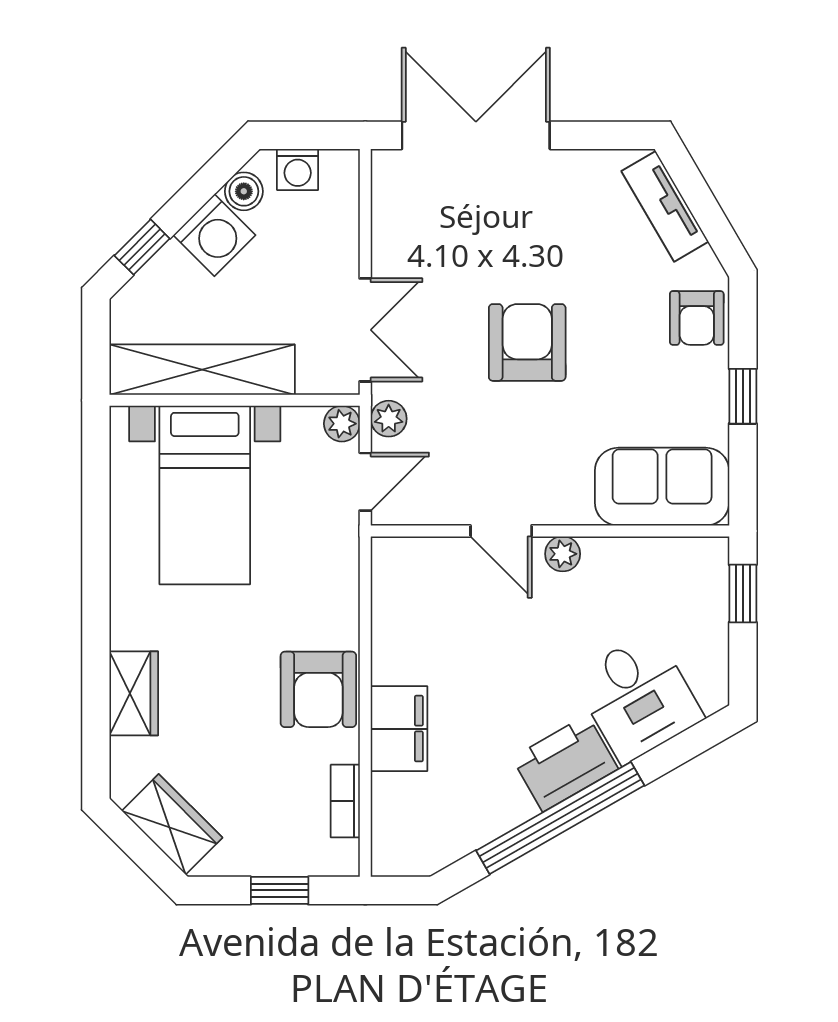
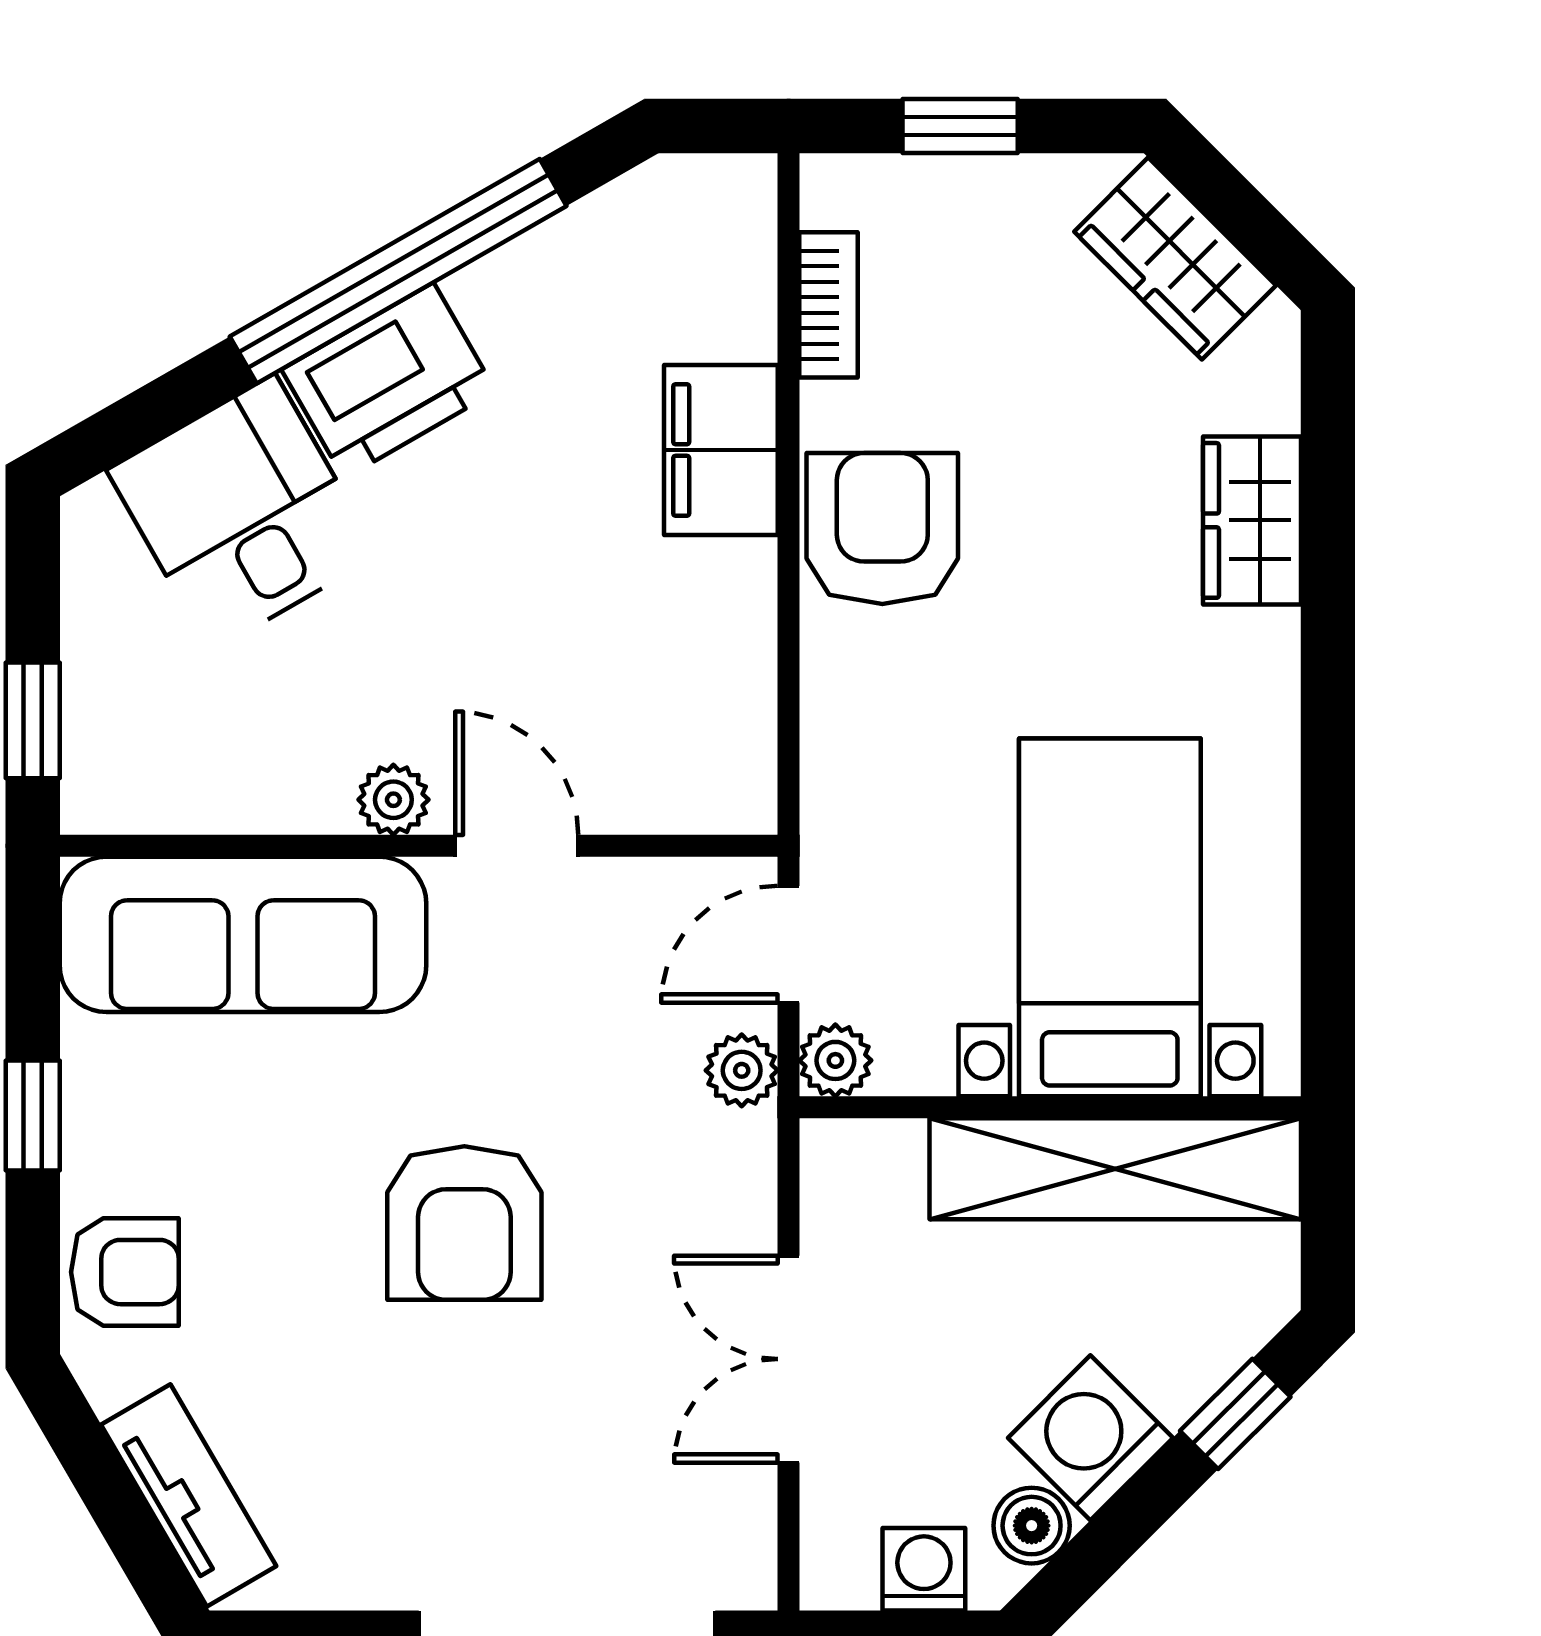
armchair: (697, 318) -> (125, 1272), turned 90
double door: (365, 330) -> (789, 1359), moved
sofa: (662, 487) -> (243, 934), width x1.36

